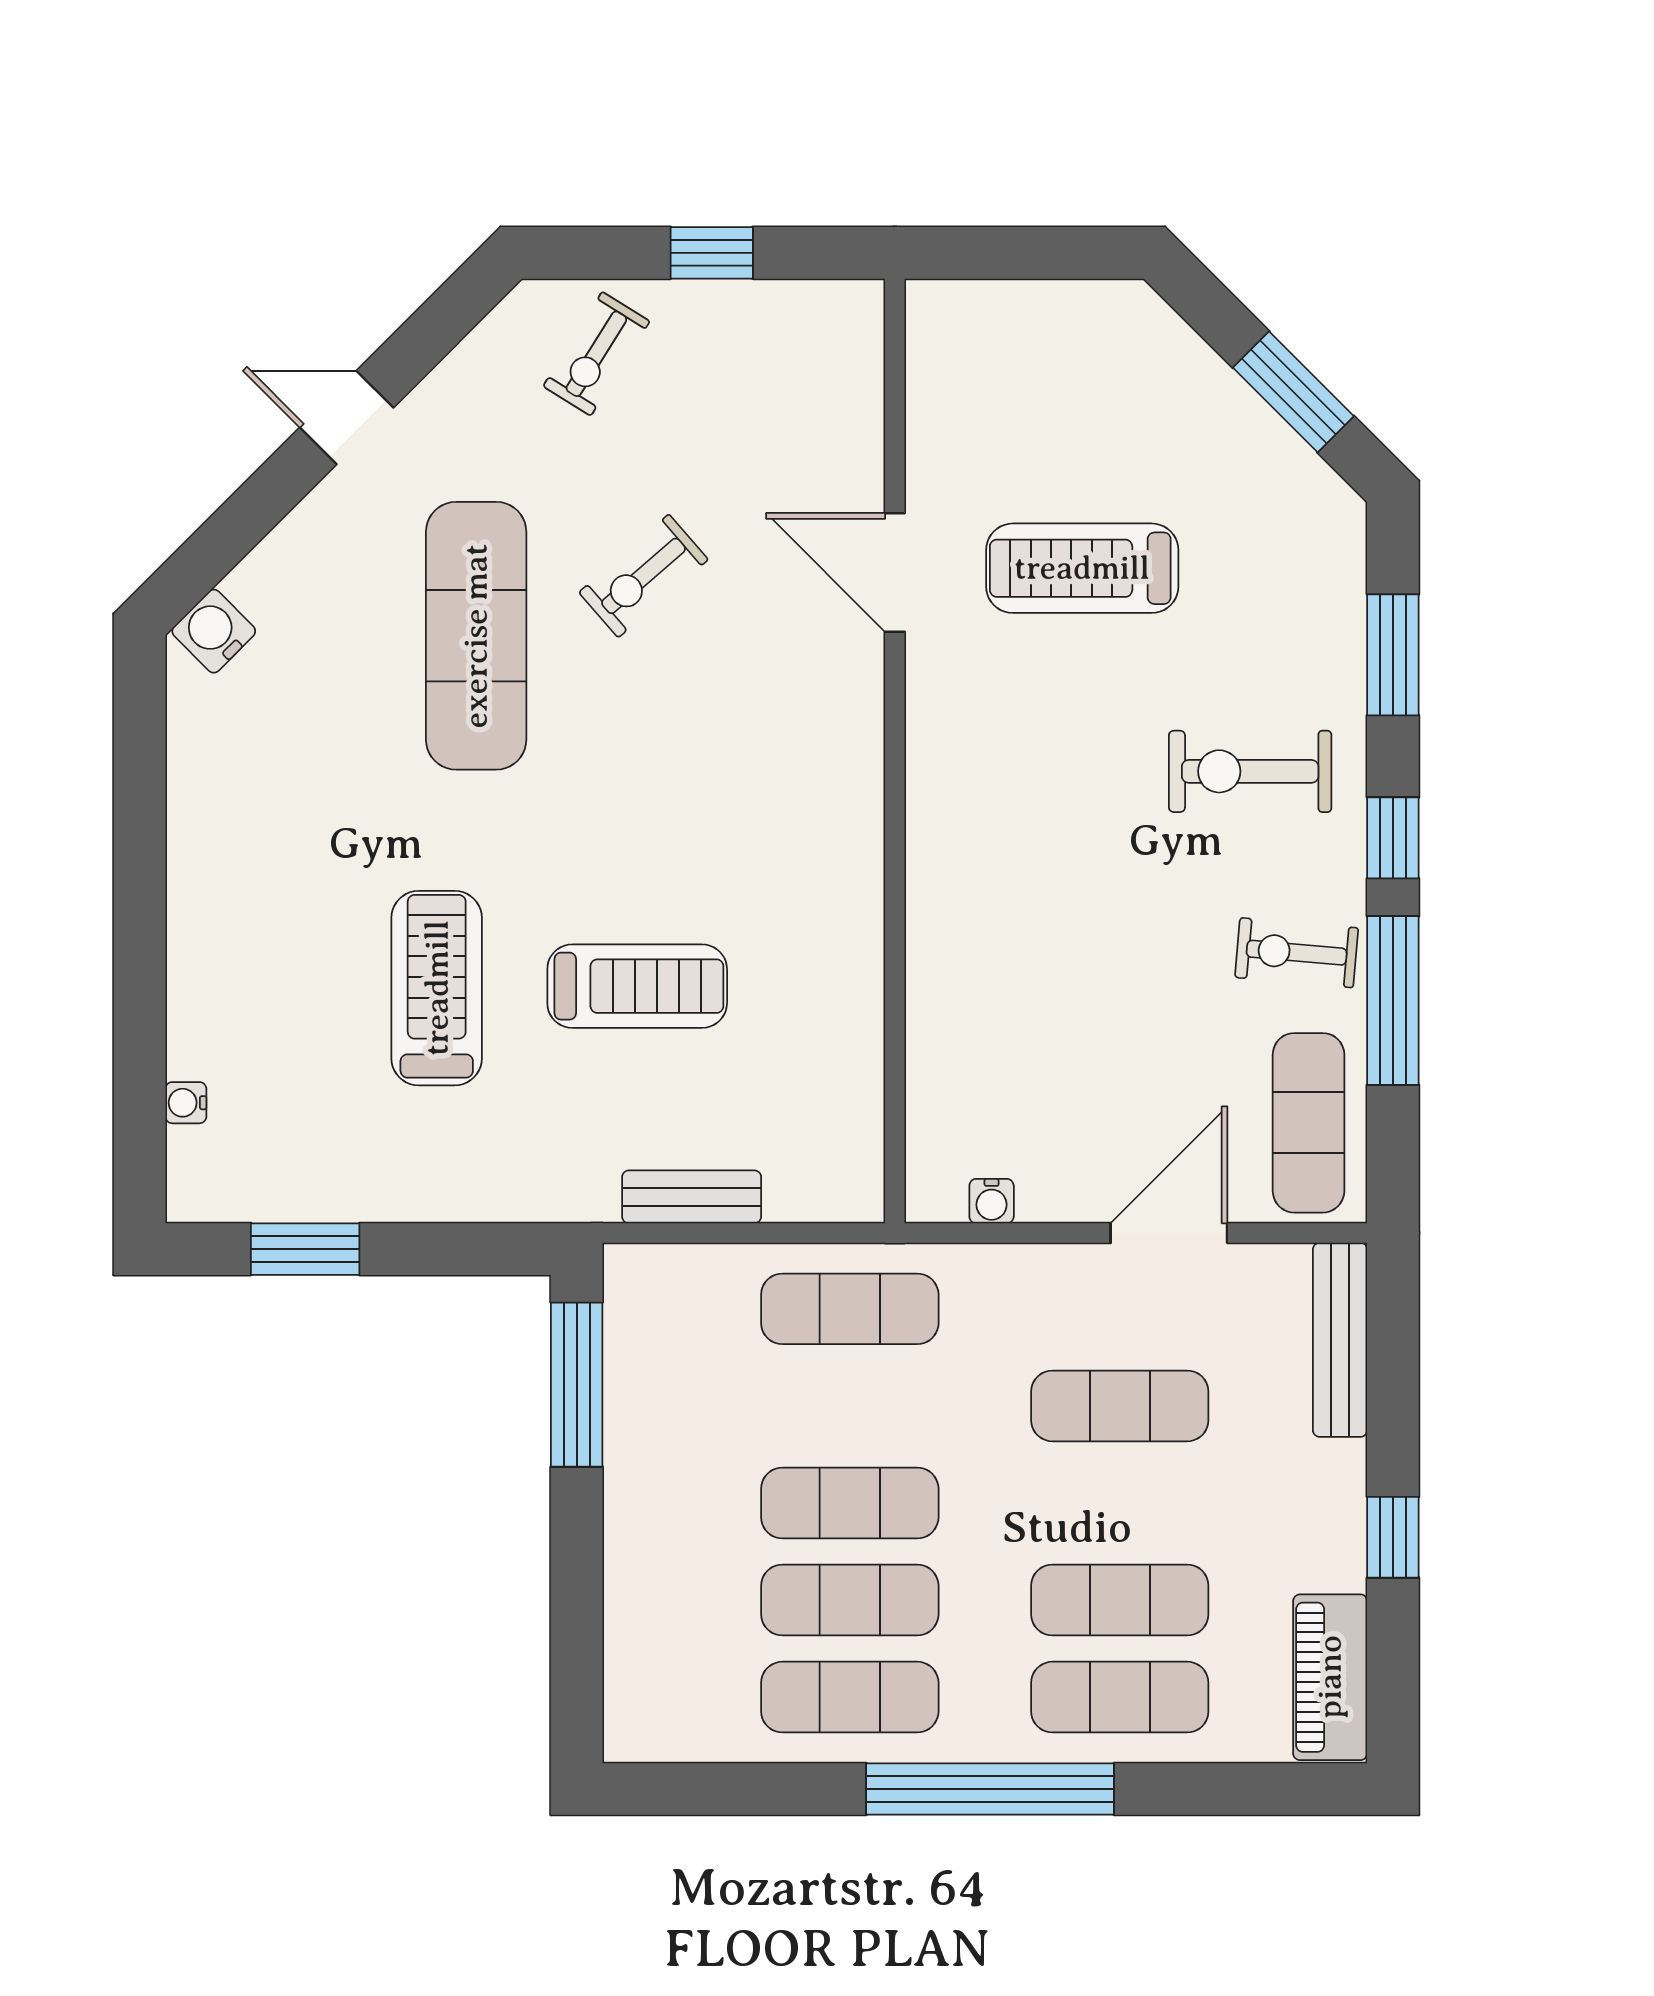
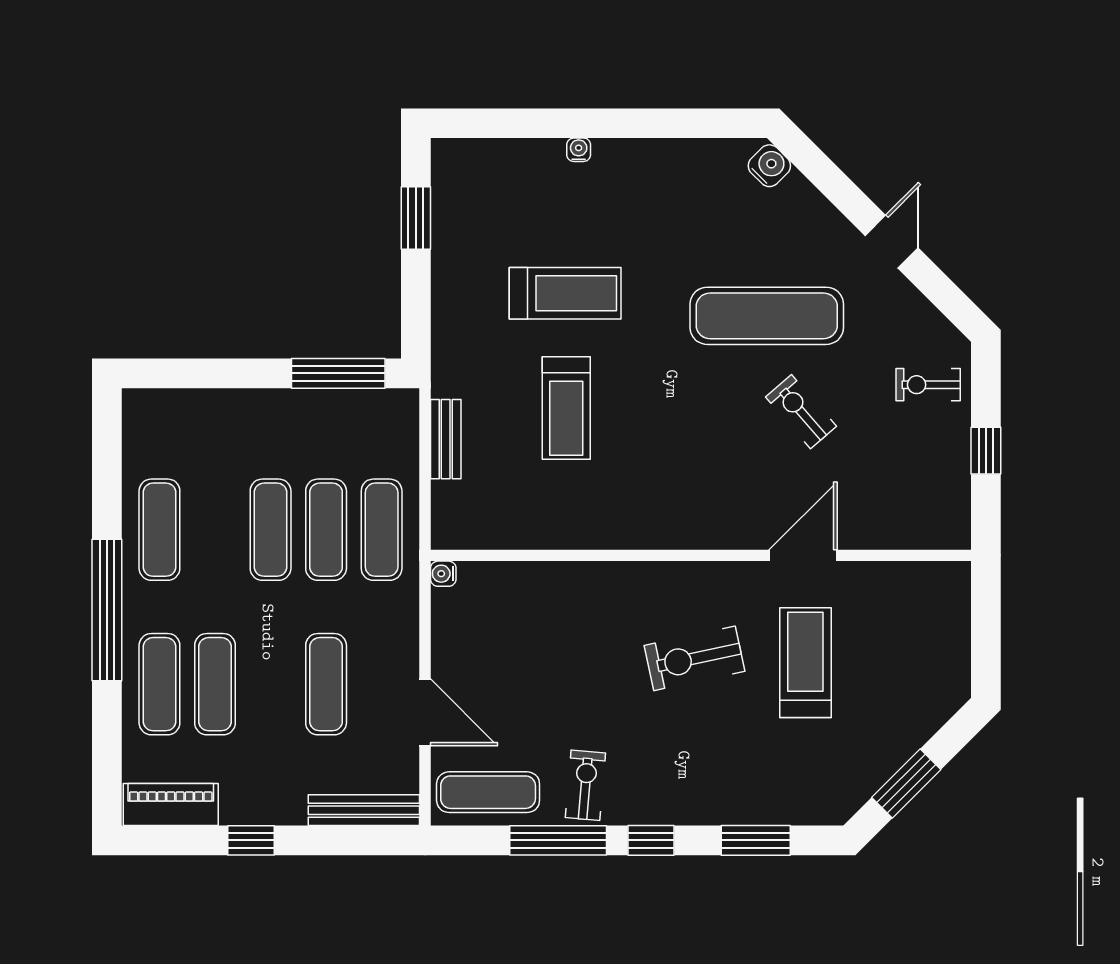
exercise bike: (596, 354) -> (928, 385), turned -32
exercise bike: (1250, 771) -> (694, 658), moved, turned -102
water cooler: (186, 1103) -> (579, 150), moved
water cooler: (992, 1201) -> (443, 574), moved
exercise mat: (850, 1600) -> (326, 530), moved

